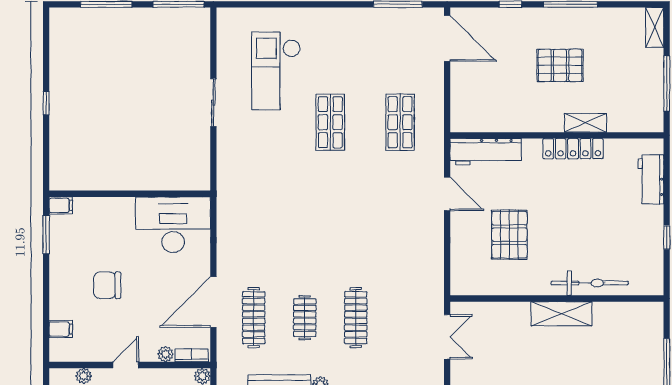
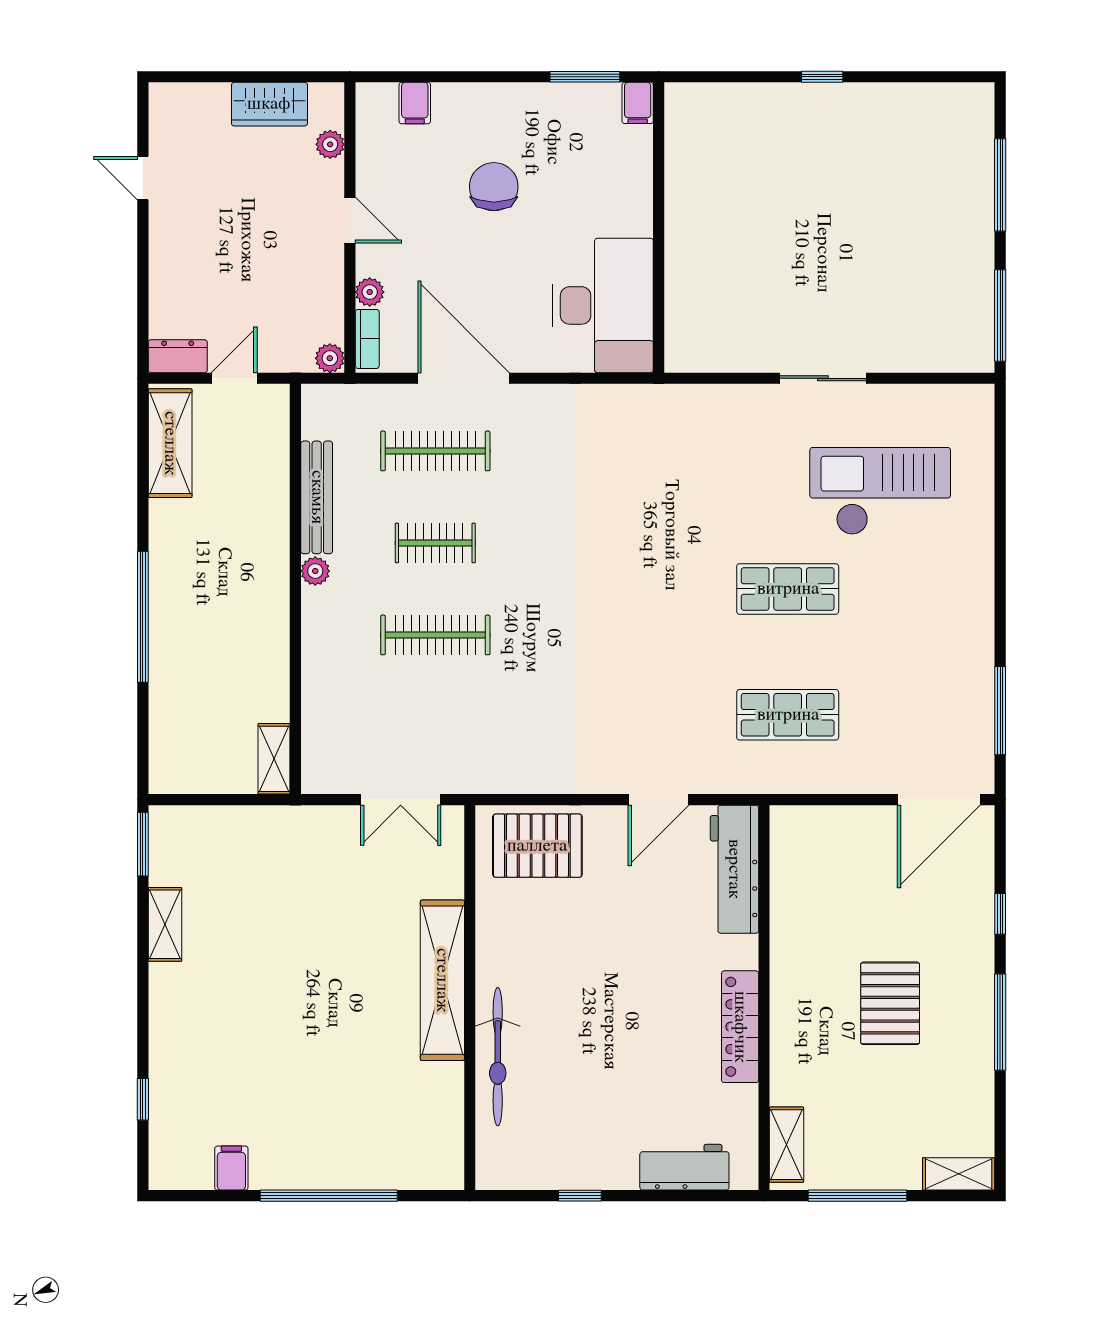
shelving: (586, 123) -> (787, 1145), moved
pallet: (509, 235) -> (537, 846), moved
shelving: (561, 314) -> (442, 980), width x1.47

